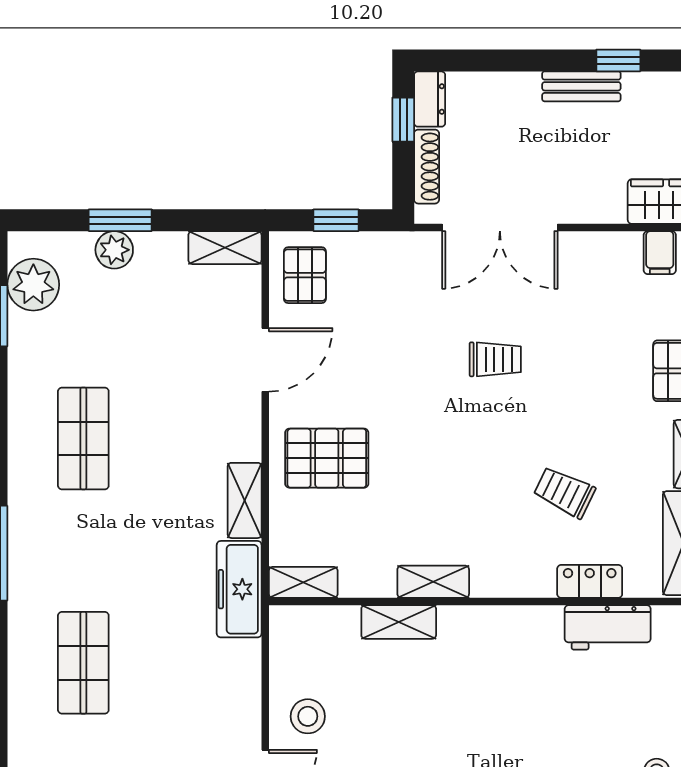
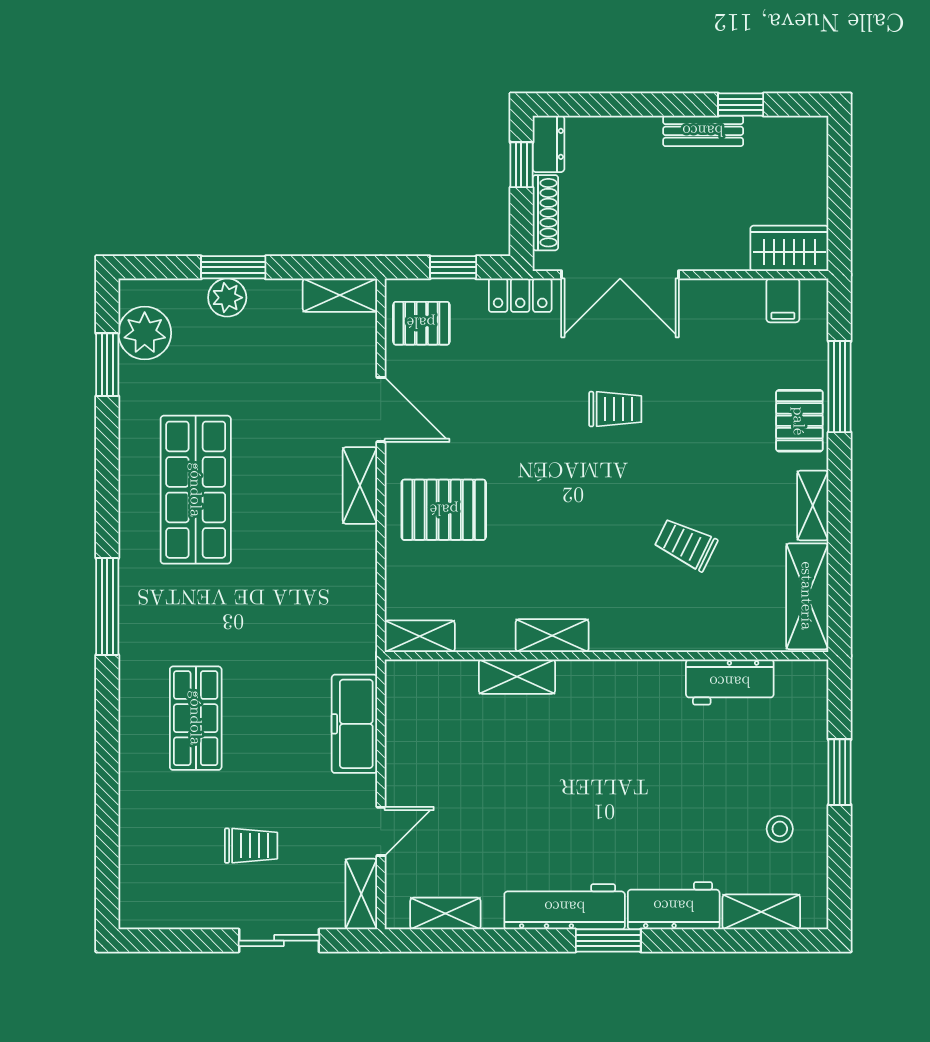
pallet: (305, 275) -> (421, 323), turned 90
door: (265, 360) -> (381, 410), hinge flipped
shop shelf: (83, 438) -> (196, 490), width x1.43, depth x1.36
shelving: (245, 500) -> (360, 485), moved
locker: (590, 581) -> (520, 295), moved, turned 180
freezer: (239, 589) -> (354, 724), moved
stool: (308, 716) -> (424, 773), removed

